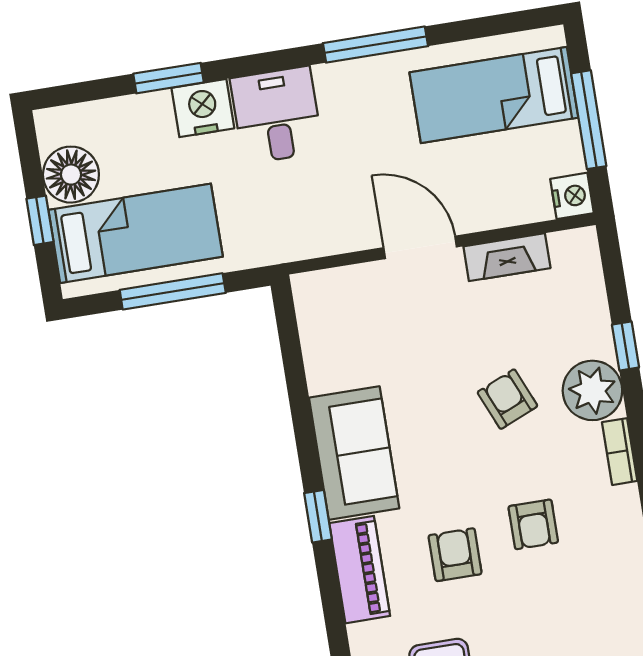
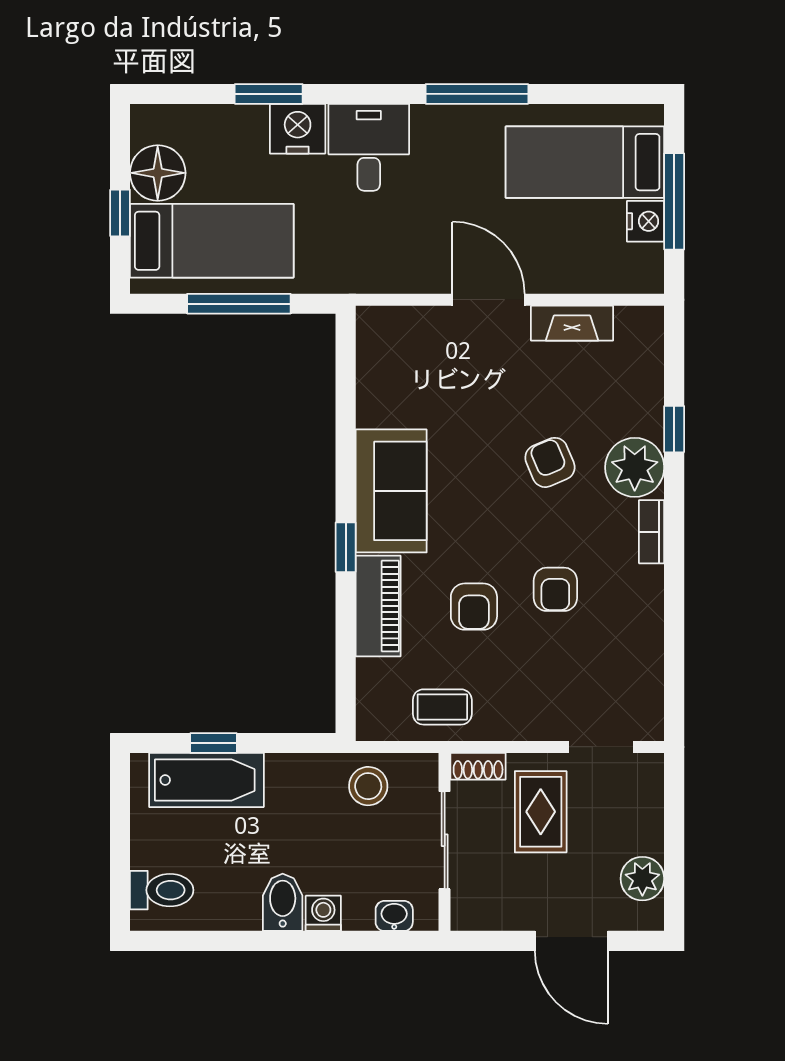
nightstand: (572, 196) -> (646, 221), moved
armchair: (455, 555) -> (474, 607), turned 180

